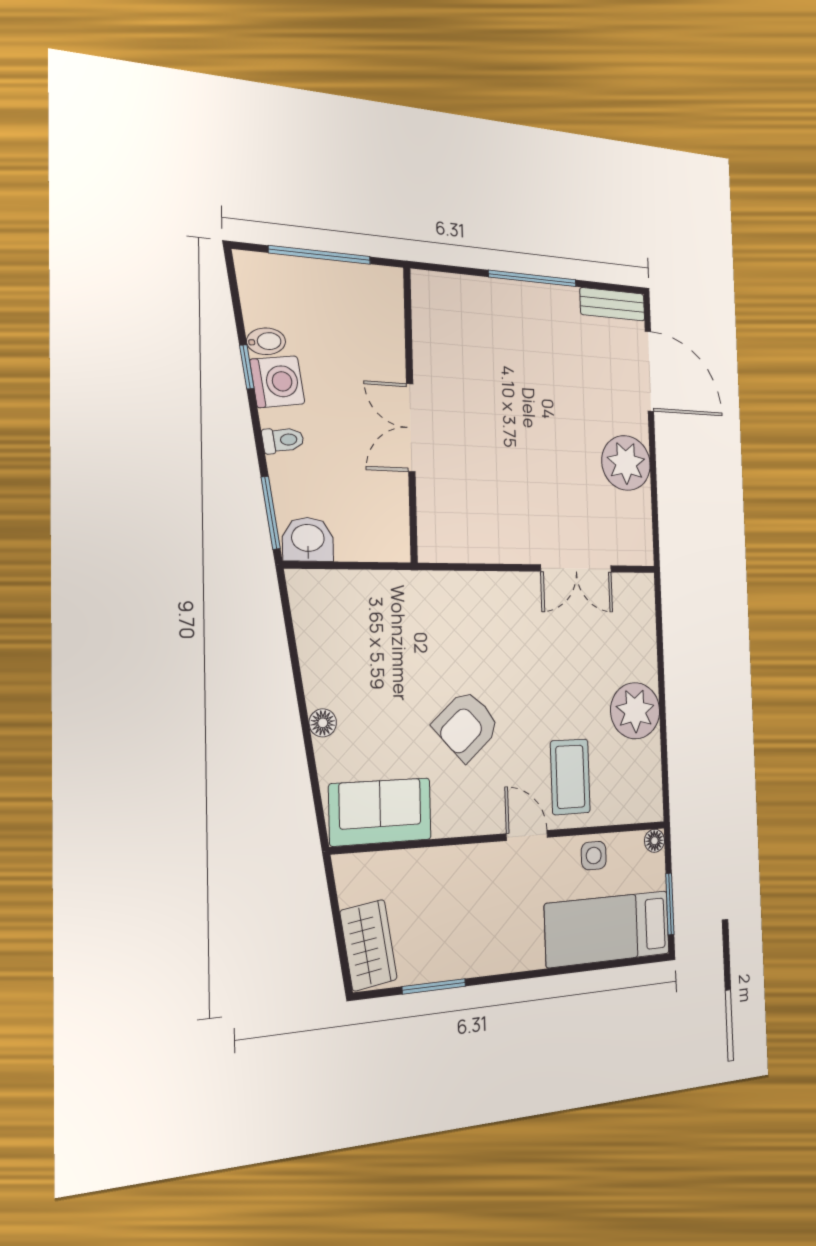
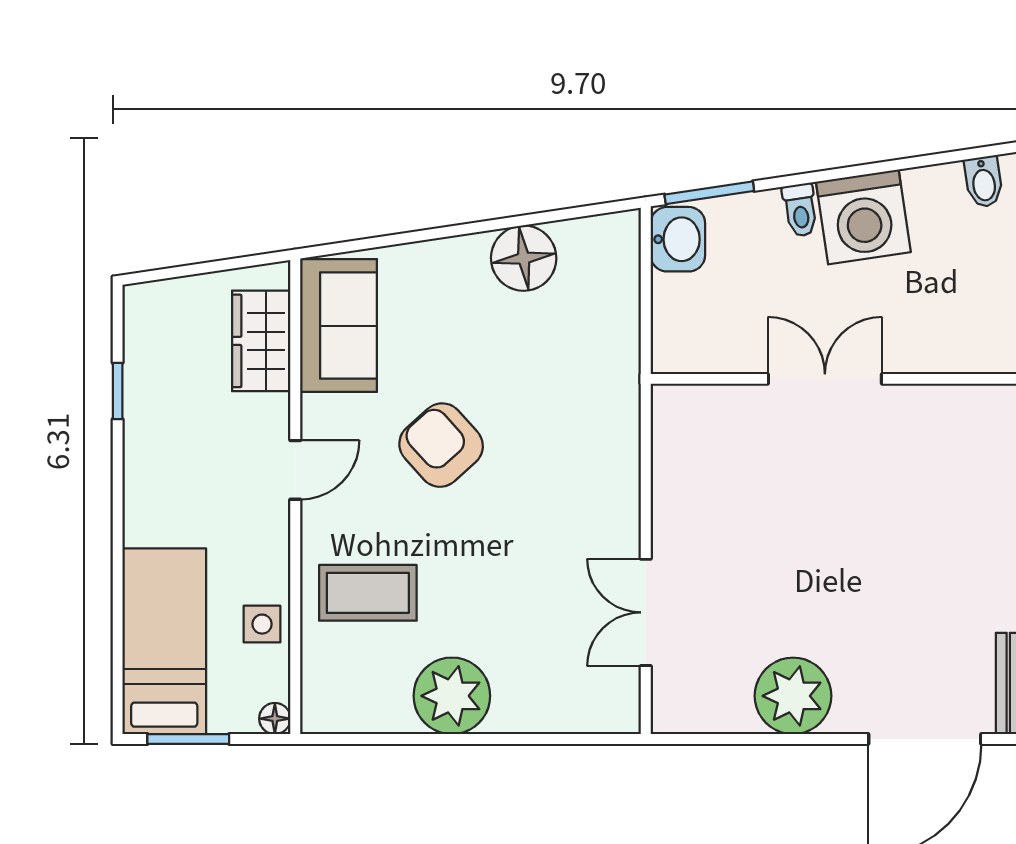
bidet: (266, 341) -> (984, 182), moved
window: (247, 367) -> (889, 166), removed
washing machine: (277, 382) -> (863, 217), width x1.37, depth x1.37
floor lamp: (323, 723) -> (524, 258), moved, width x1.89, depth x1.89
door: (527, 836) -> (295, 470), moved
wardrobe: (369, 945) -> (261, 341), moved, turned 98
window: (434, 986) -> (118, 391), width x0.67

